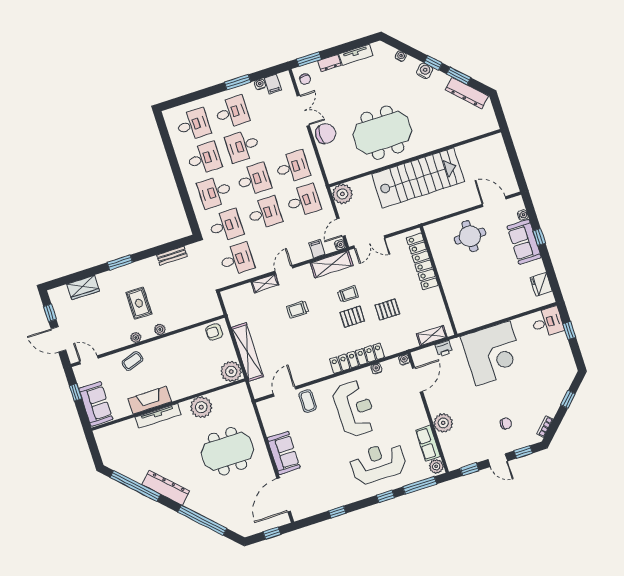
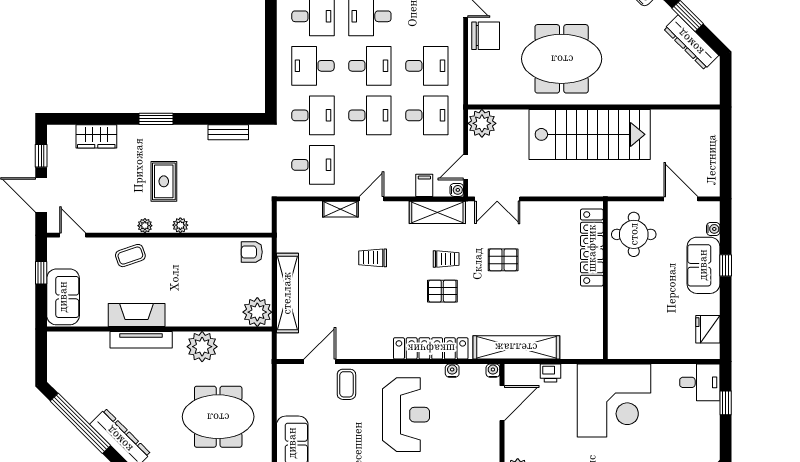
locker: (422, 261) -> (592, 248), moved
wall: (439, 281) -> (605, 280), moved
pallet: (387, 310) -> (503, 260), moved
shelving: (432, 336) -> (516, 347), width x2.20, depth x1.33

